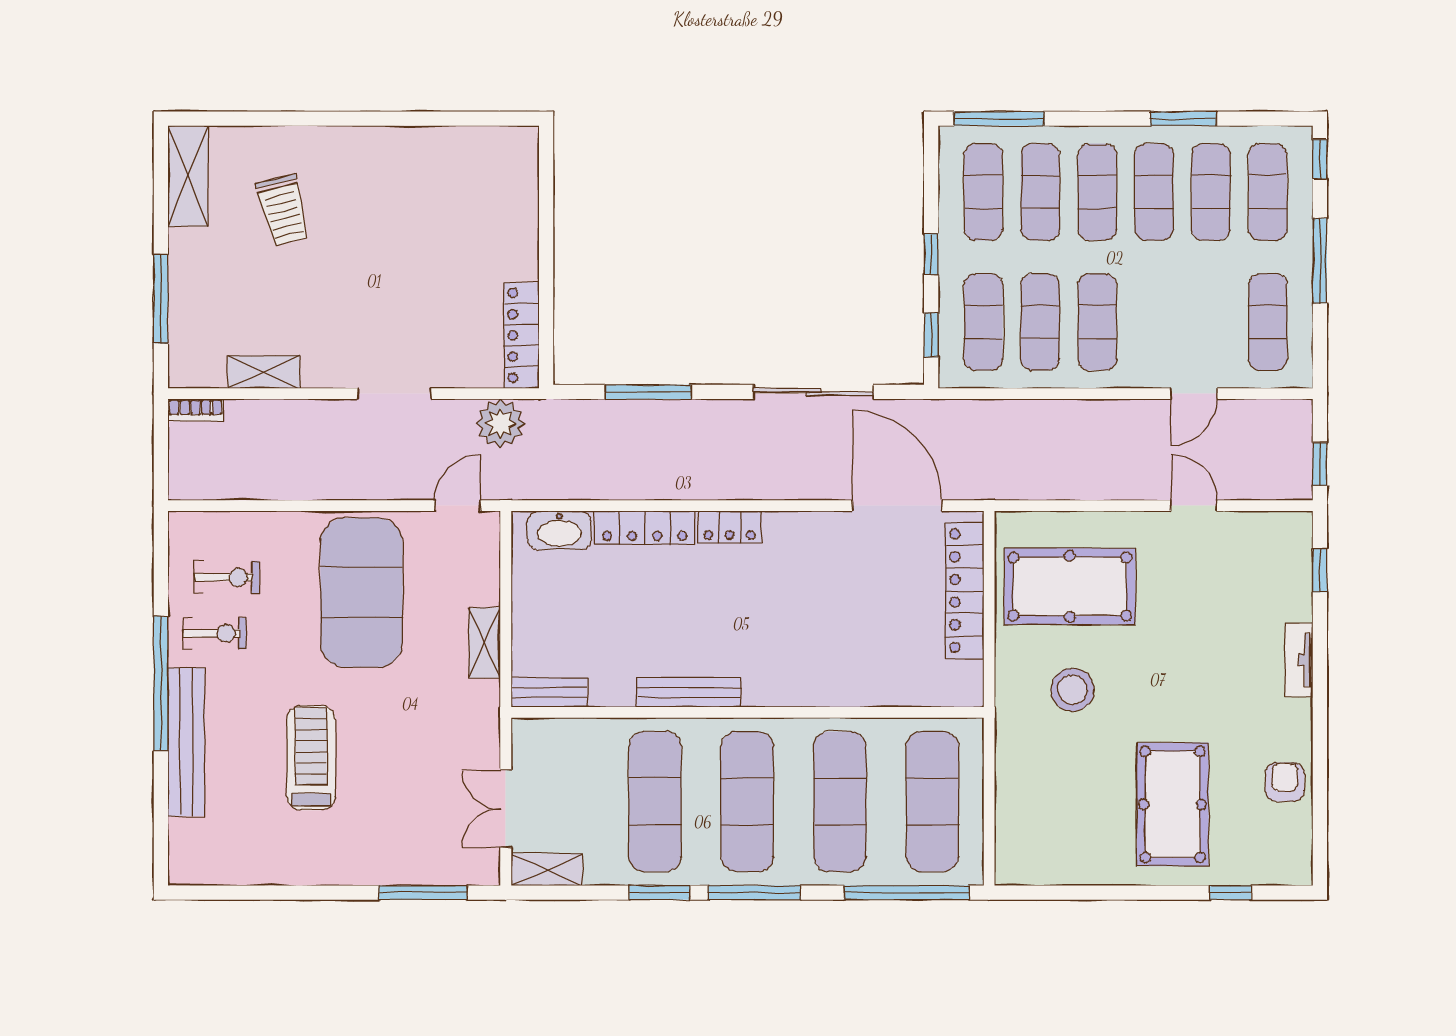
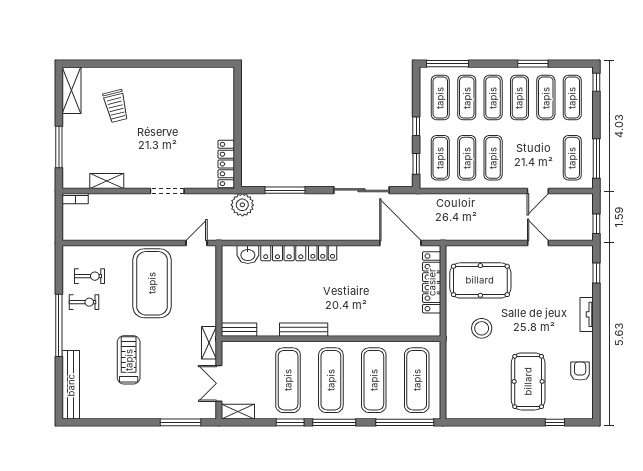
window: (1320, 261) -> (596, 158), moved
plant: (500, 423) -> (242, 205), moved
washbasin: (559, 531) -> (248, 254), width x0.72
shelving: (485, 643) -> (209, 343), moved
bench: (186, 742) -> (71, 385), moved

